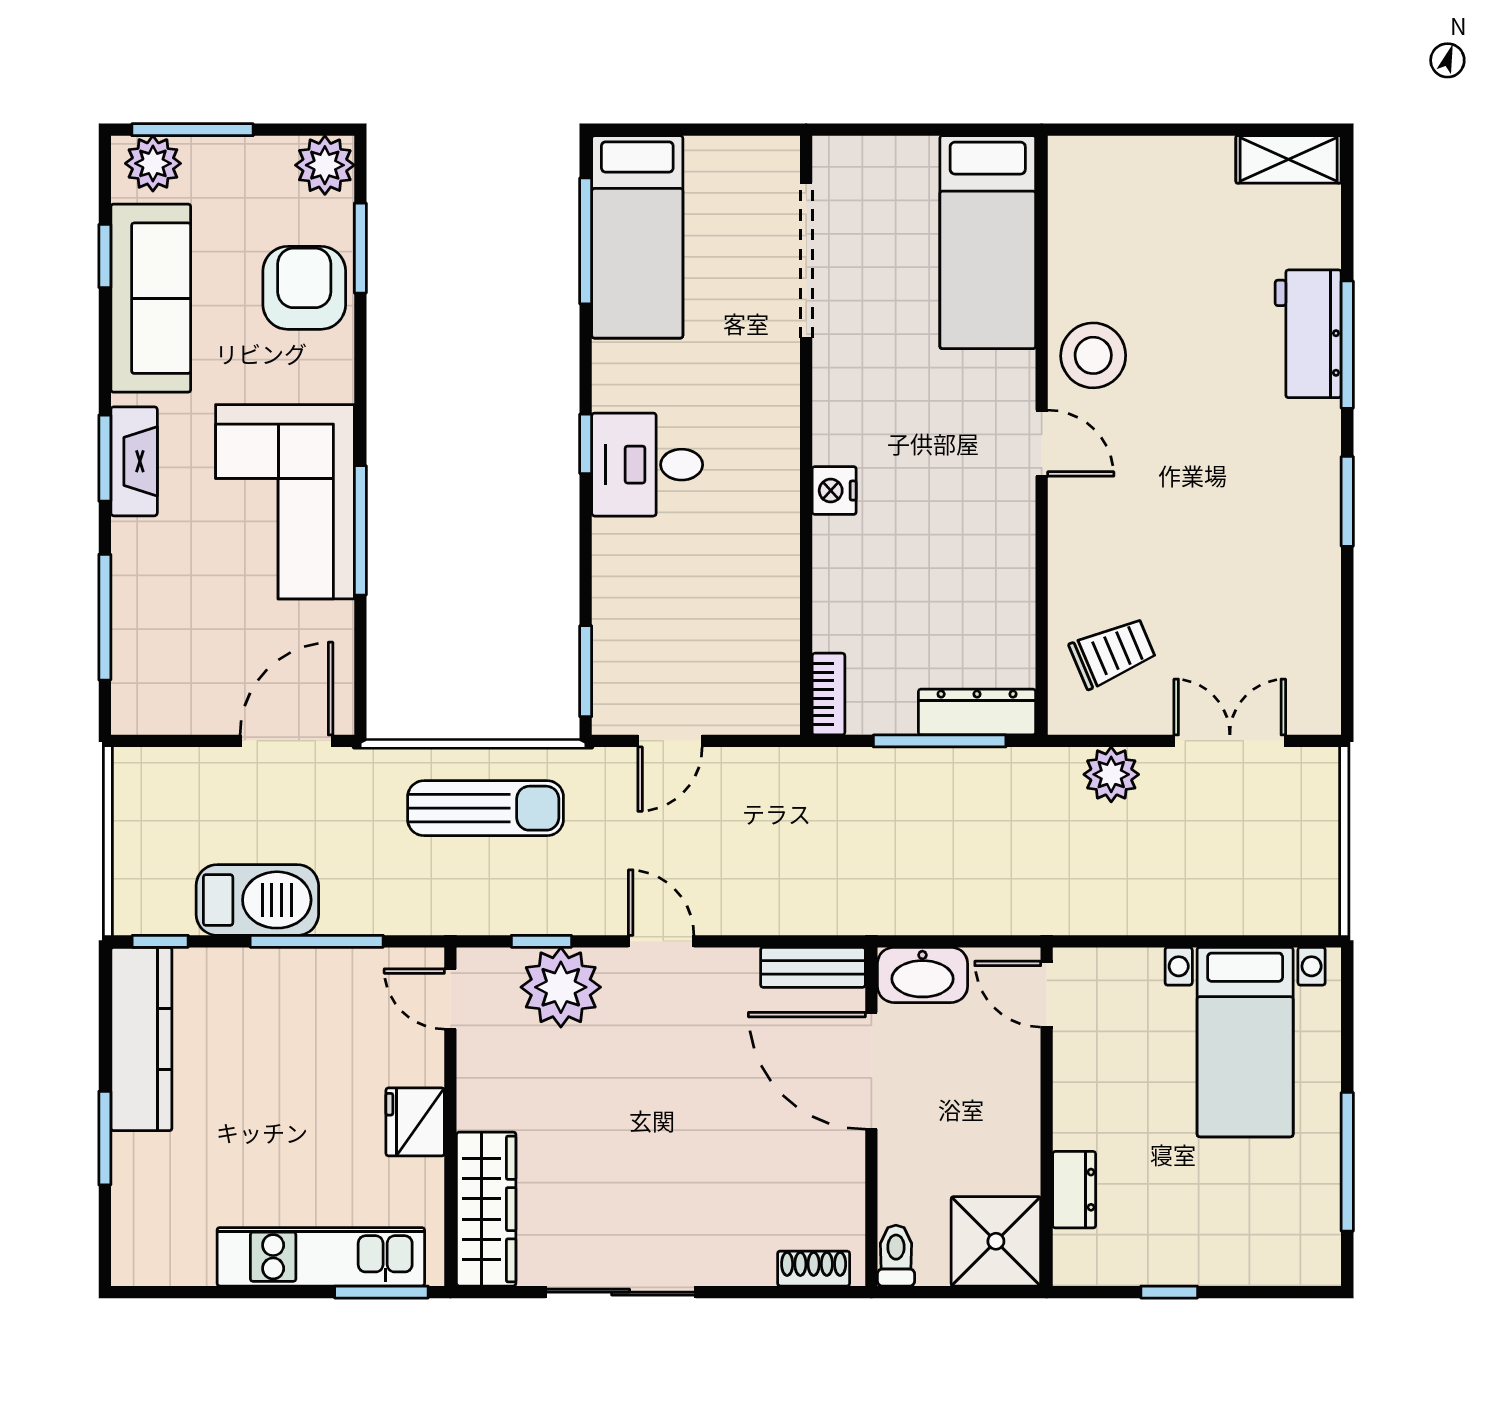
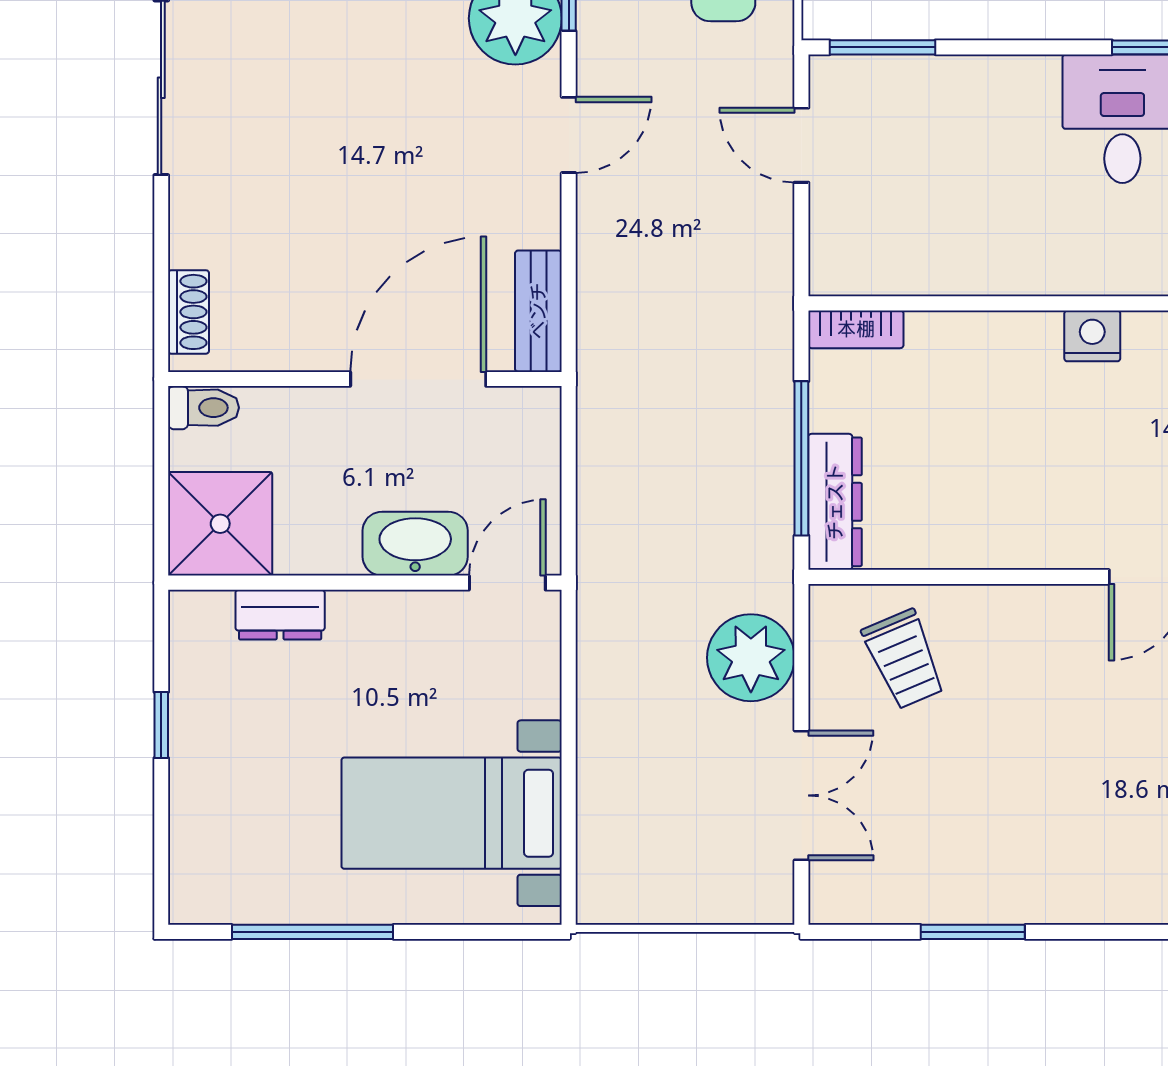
window: (1347, 501) -> (973, 932), moved
plant: (1111, 774) -> (751, 658), width x1.36, depth x1.36
washbasin: (922, 975) -> (415, 544), moved, turned 90

